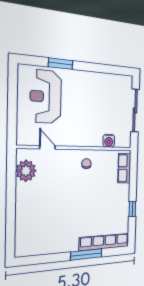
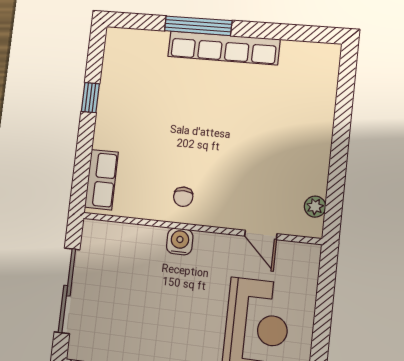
water cooler: (109, 141) -> (180, 242), moved
plant: (26, 171) -> (315, 207), width x0.53, depth x0.53
row of seats: (104, 242) -> (224, 48), moved

